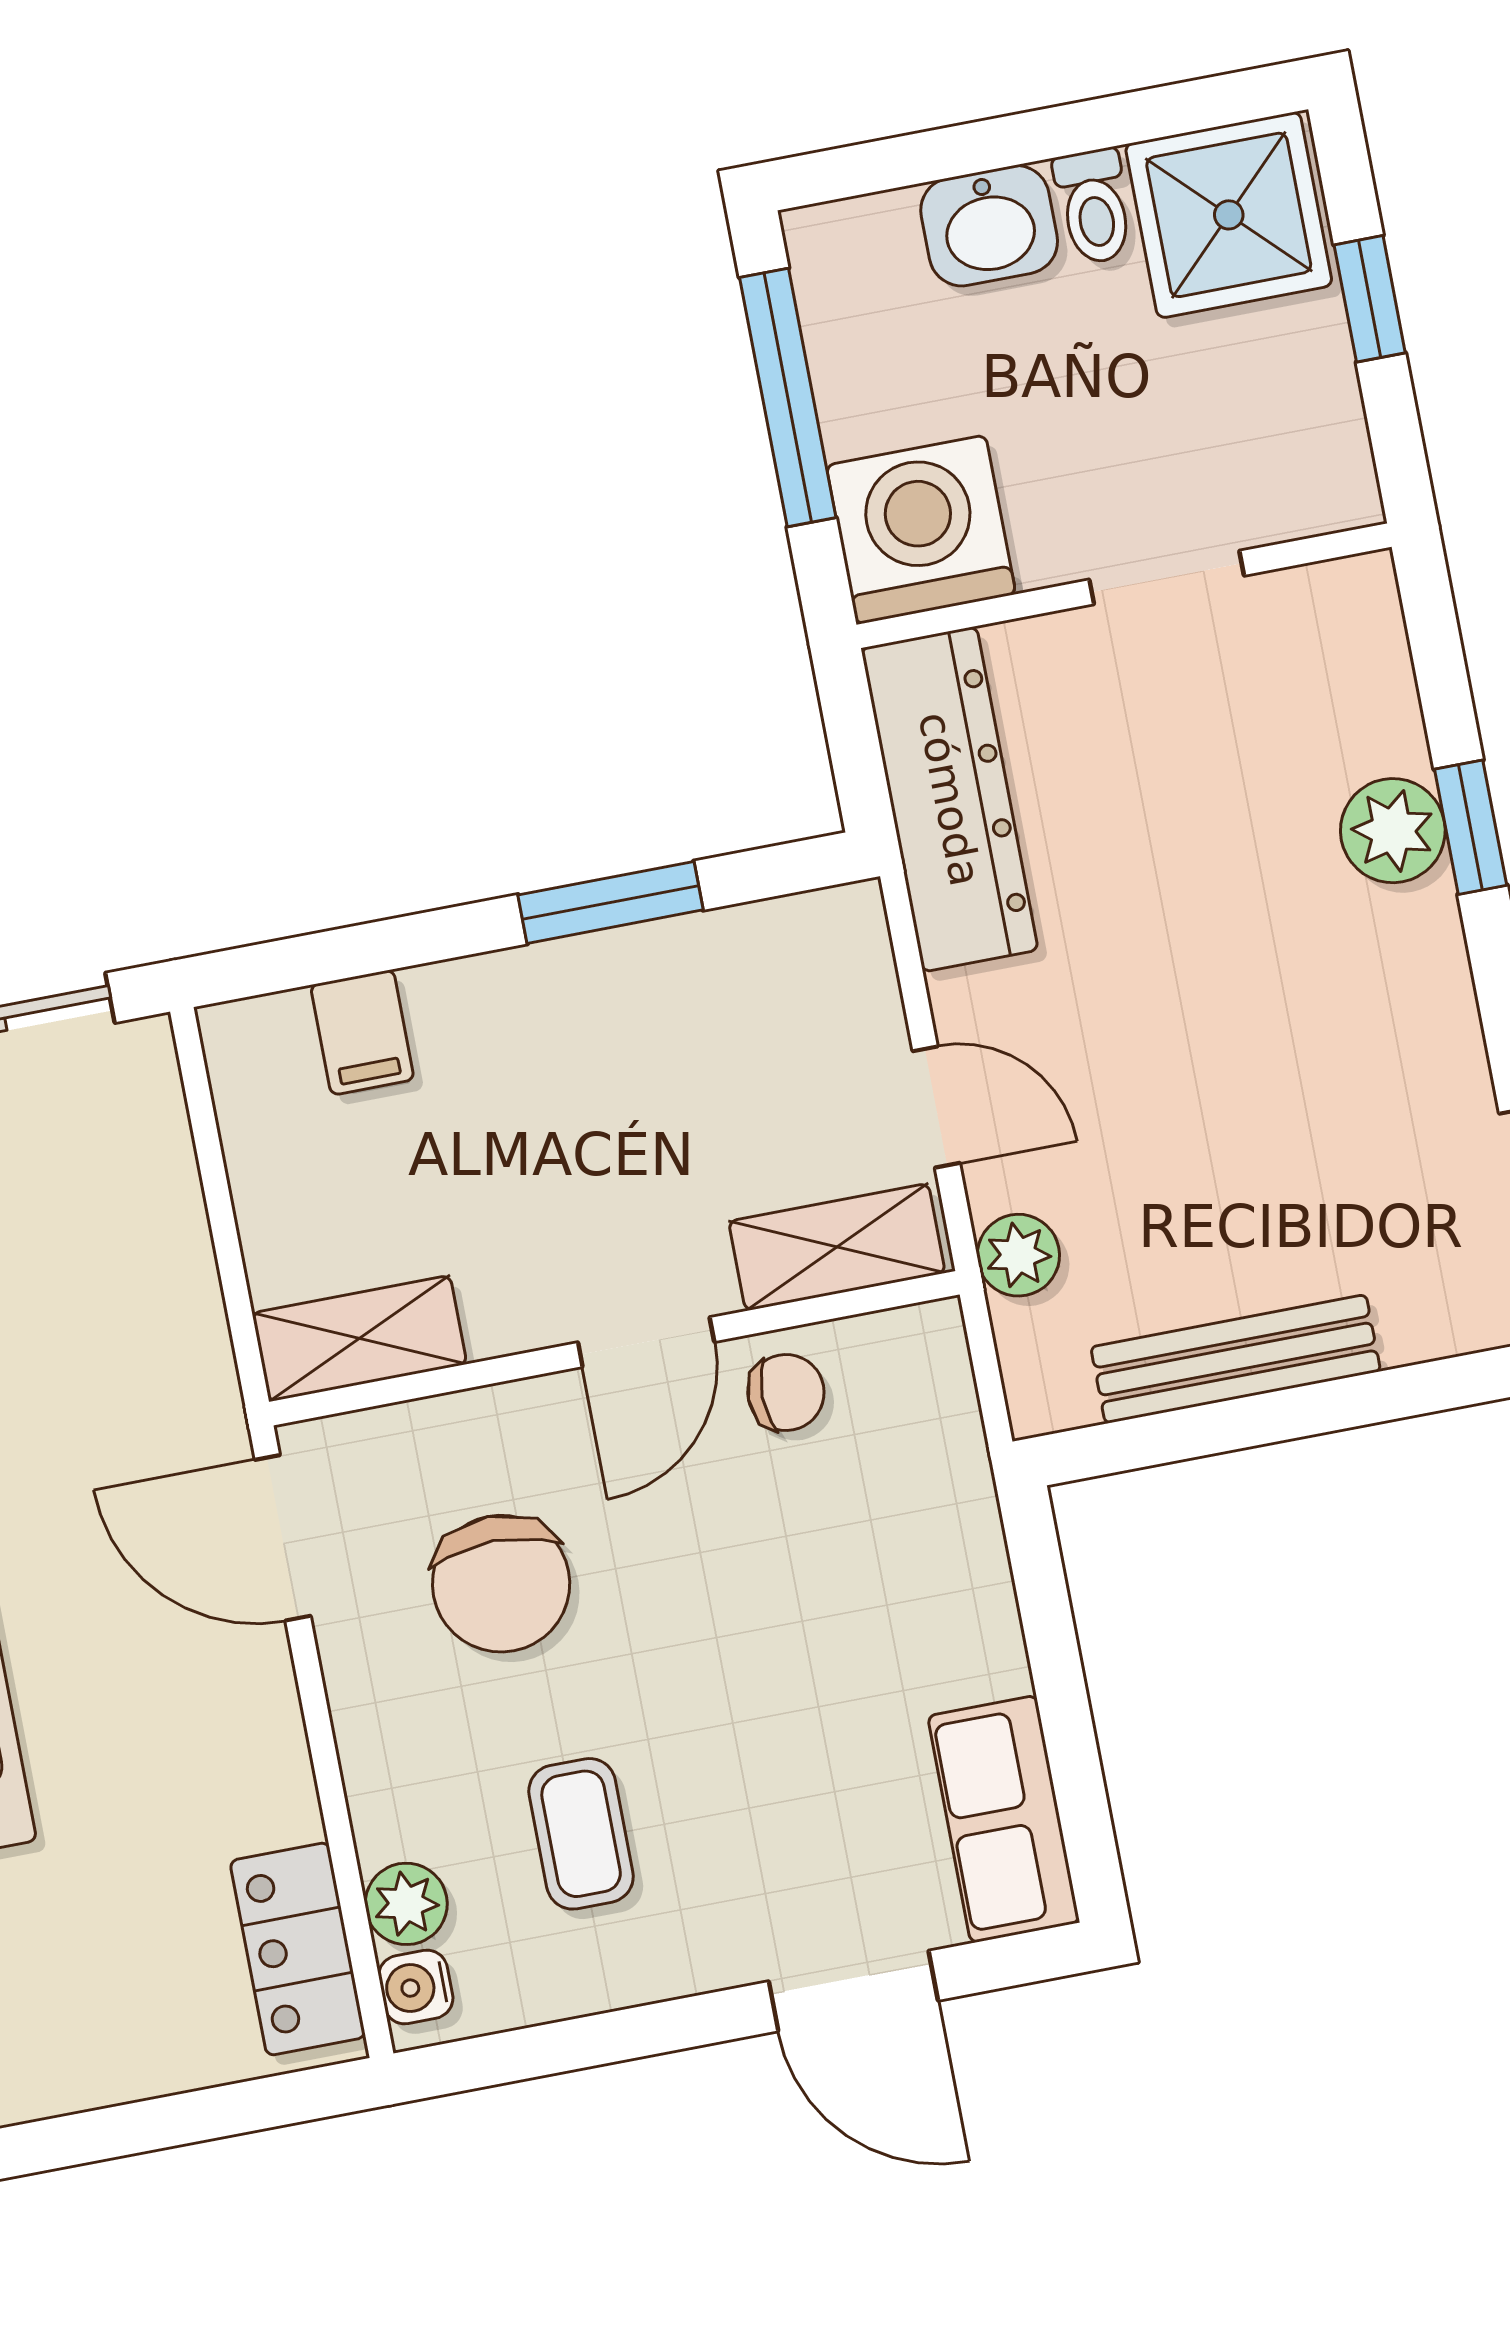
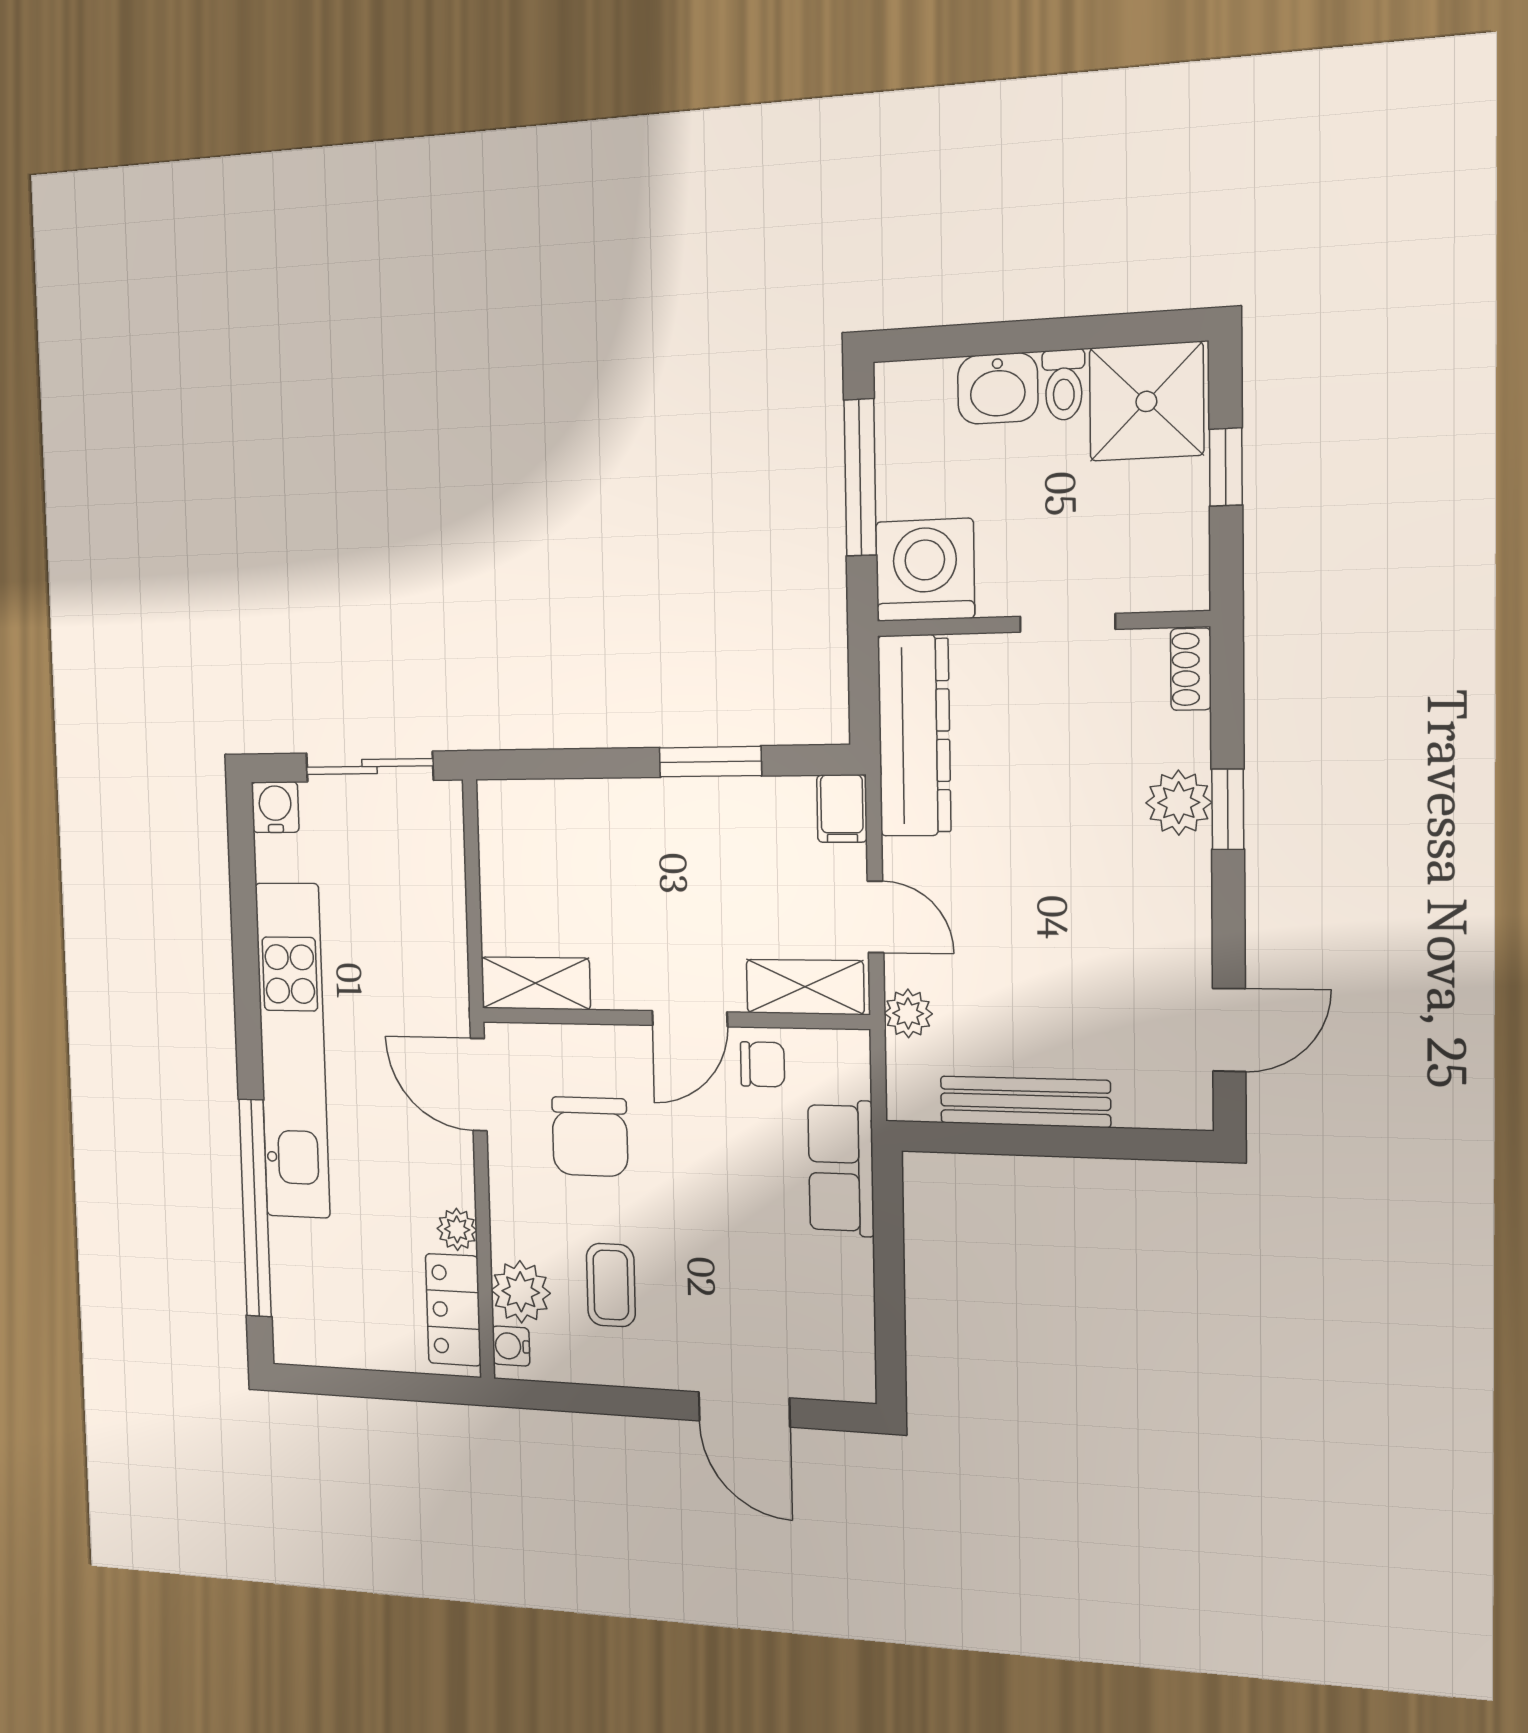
shoe rack: (1374, 619) -> (1191, 669), added
filing cabinet: (362, 1032) -> (842, 809), moved
plant: (282, 1803) -> (457, 1229), added
row of seats: (1004, 1819) -> (841, 1168), moved
plant: (406, 1904) -> (521, 1292), width x1.38, depth x1.38

